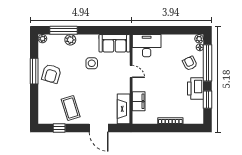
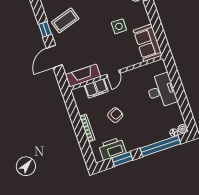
desk: (147, 46) -> (161, 91), moved
armchair: (190, 63) -> (115, 115), moved
door: (131, 72) -> (113, 74), moved
printer: (196, 89) -> (112, 149), moved
window: (59, 128) -> (45, 29), moved

